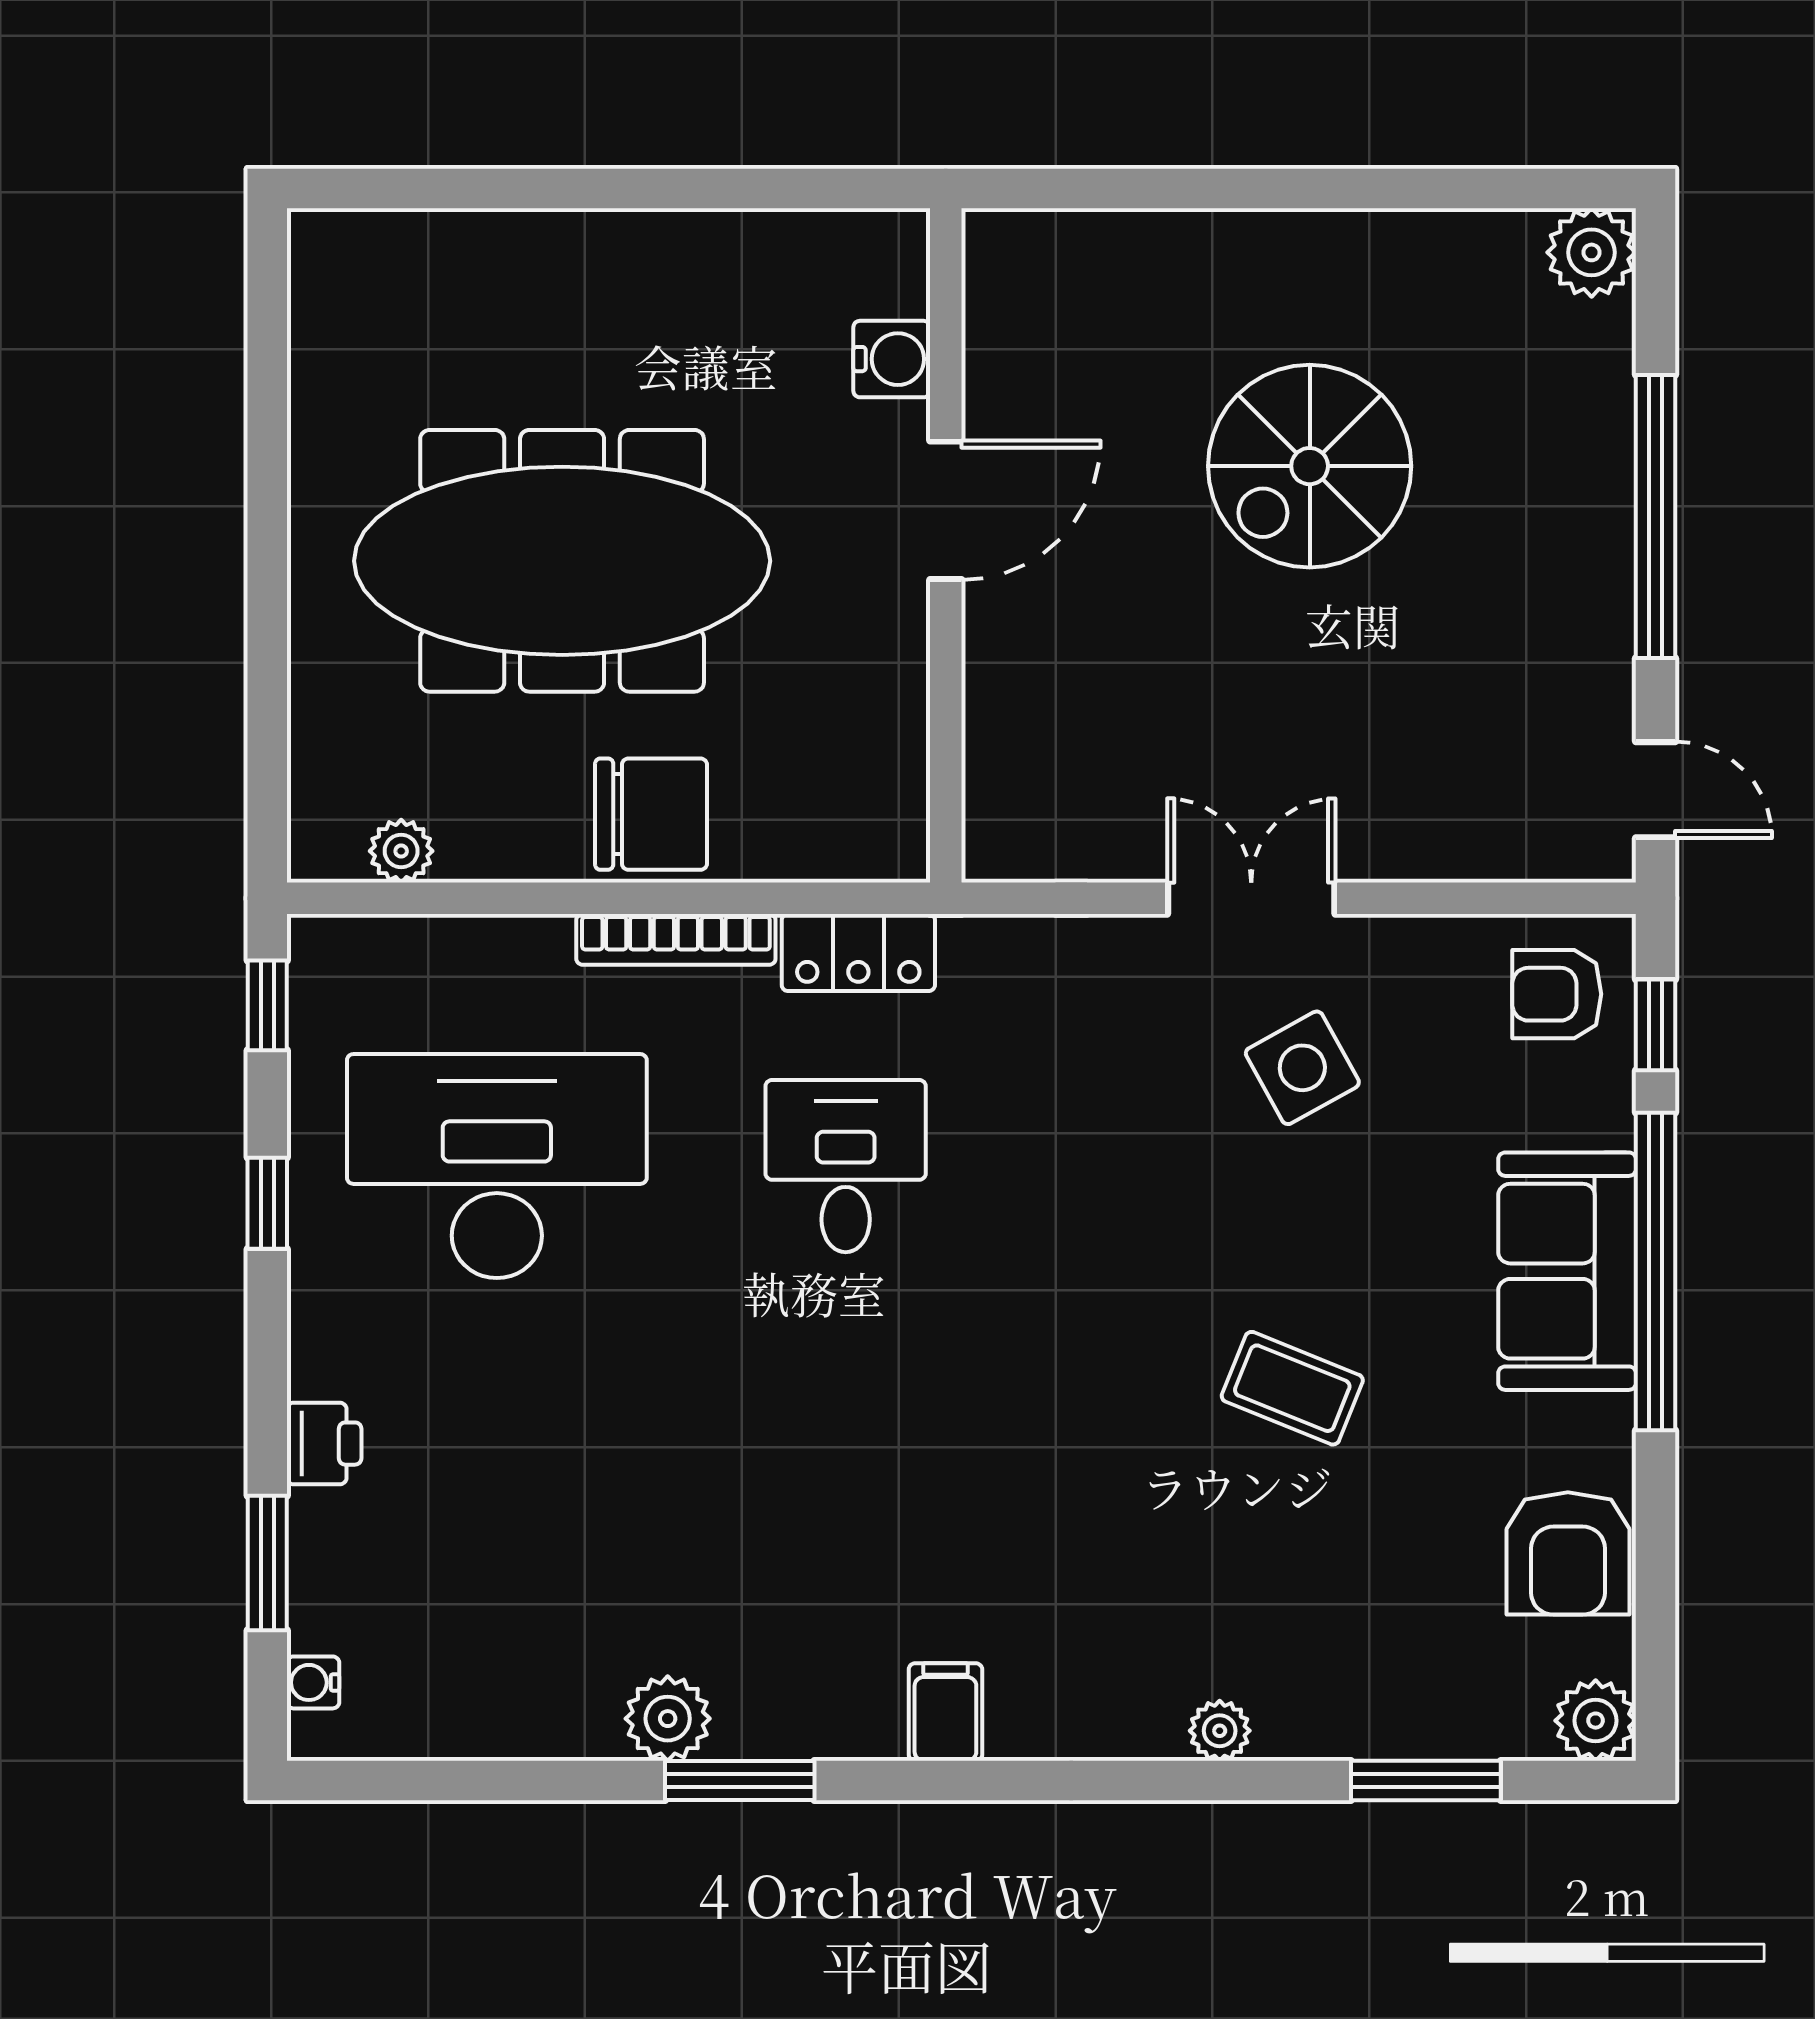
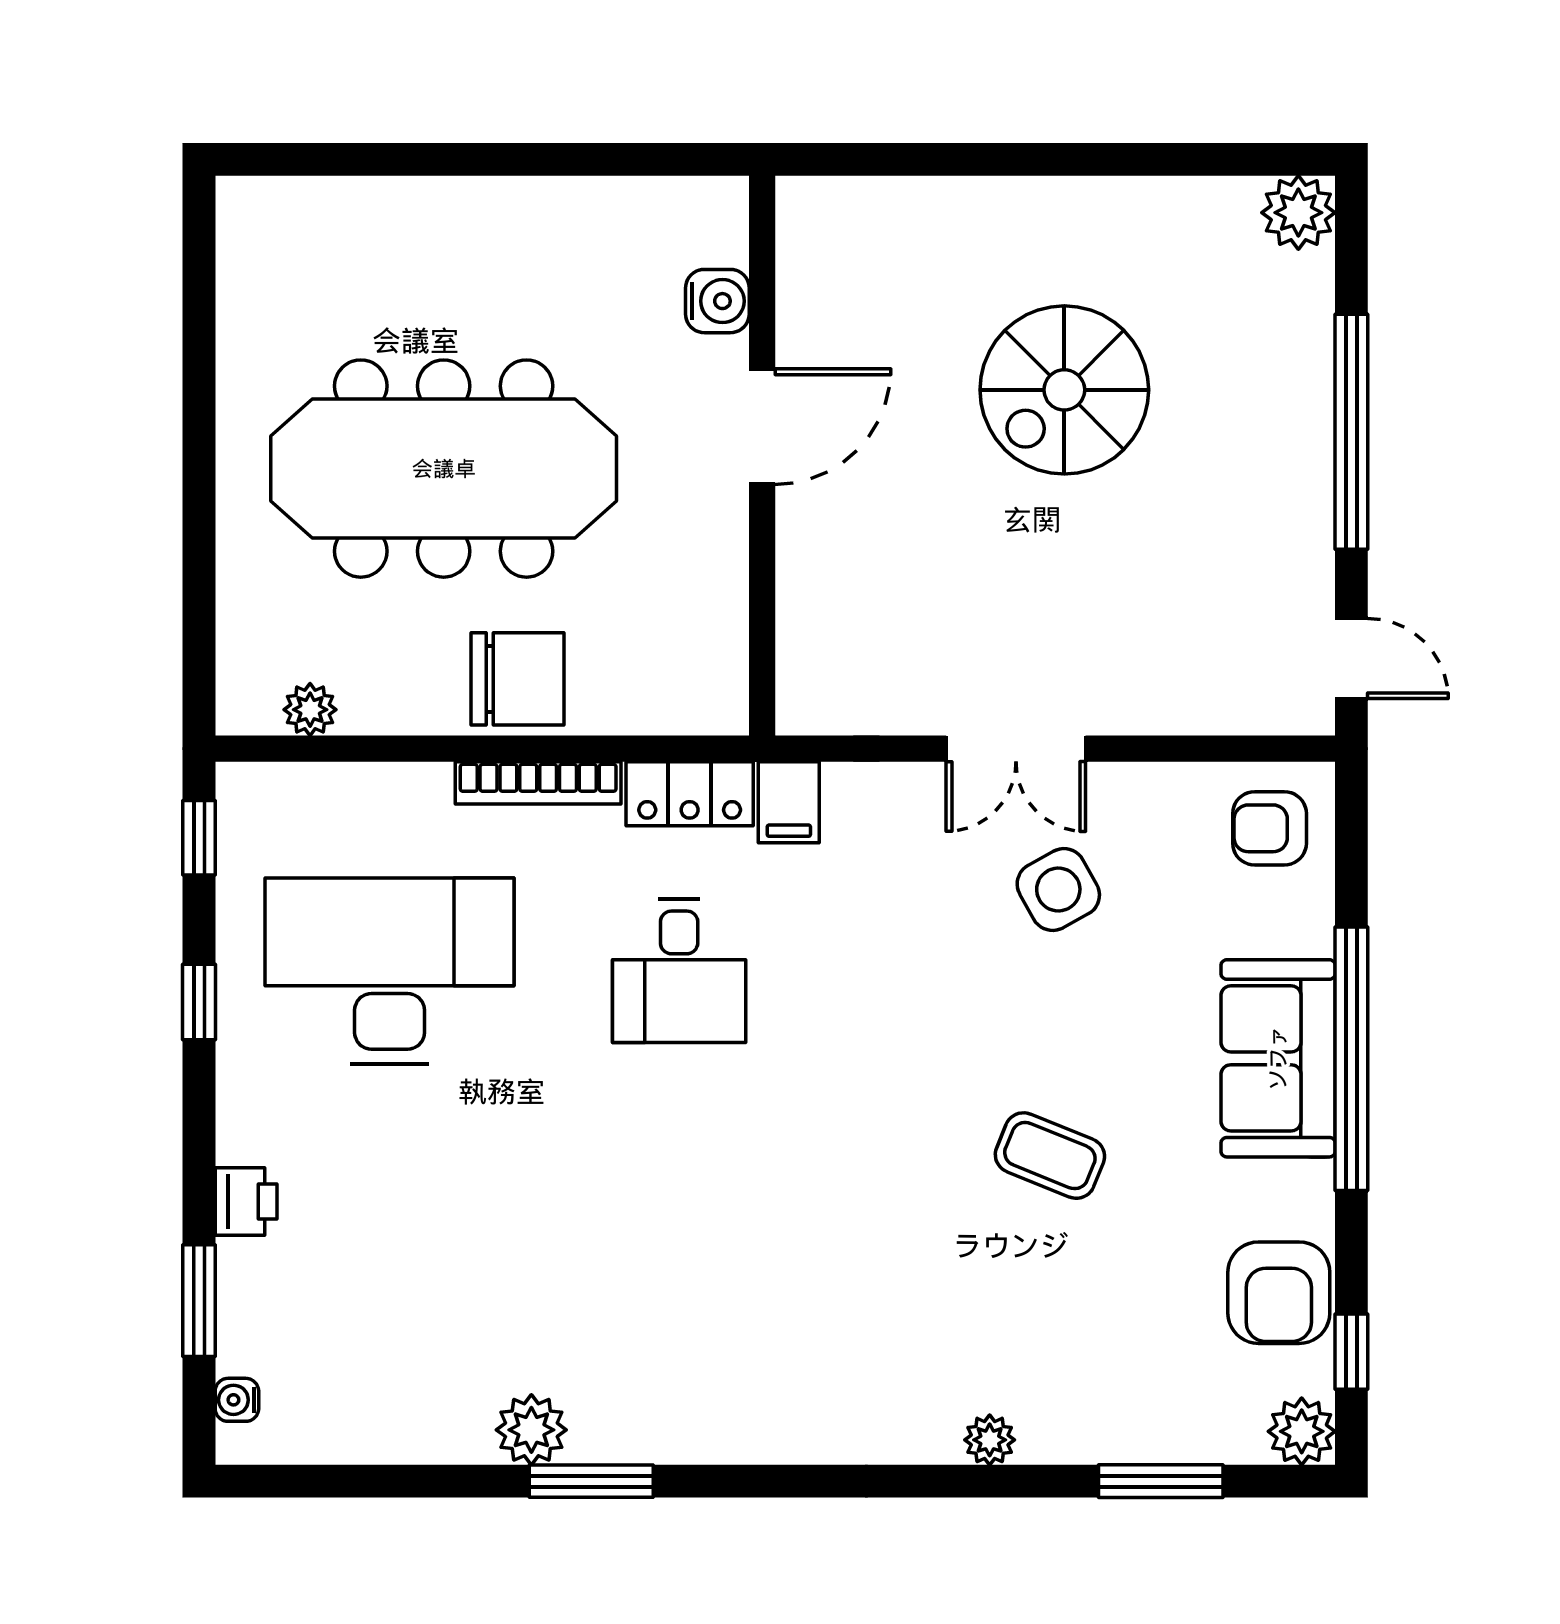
double door: (1251, 898) -> (1016, 749), swing flipped
window: (1655, 1025) -> (1351, 1352), moved
desk: (846, 1166) -> (679, 971), turned 180
filing cabinet: (945, 1712) -> (789, 802), moved, turned 180

